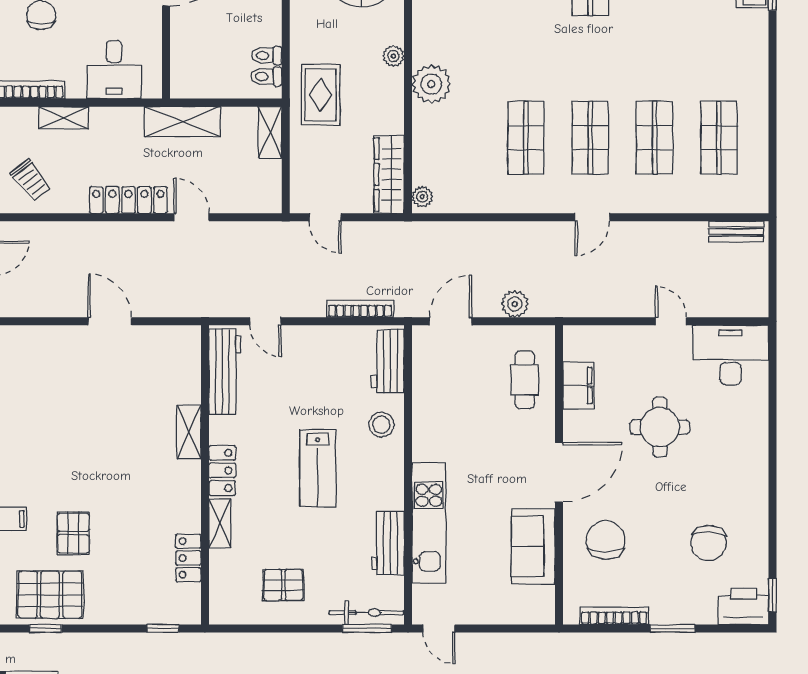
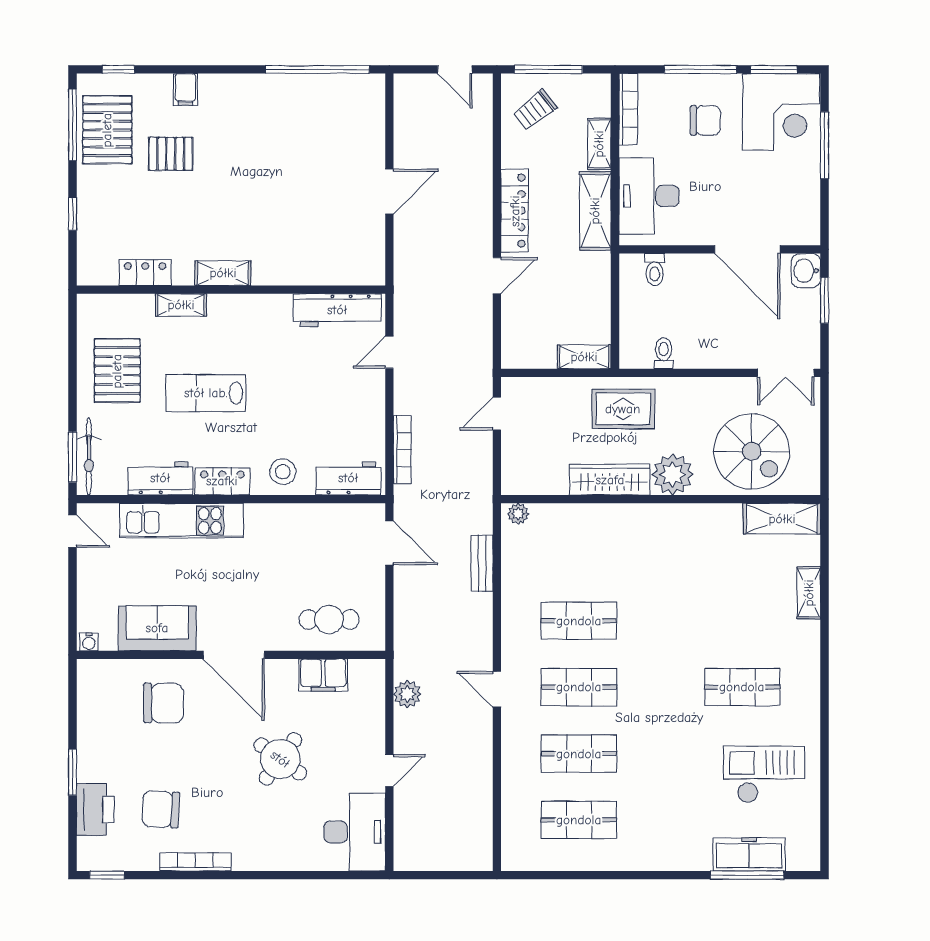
plant: (393, 56) -> (673, 474), width x1.88, depth x1.88
desk: (114, 70) -> (649, 196), width x1.37
toilet: (266, 77) -> (655, 270), moved, turned 180
plant: (431, 84) -> (634, 523), removed
shelving: (183, 122) -> (595, 211), moved
wardrobe: (389, 174) -> (610, 480), moved
bench: (736, 232) -> (482, 563), moved
plant: (515, 304) -> (407, 694), moved
round table: (660, 427) -> (280, 759), turned 36
shelving: (189, 432) -> (223, 273), moved
lab bench: (318, 468) -> (206, 393), moved
locker: (222, 470) -> (222, 481), moved, turned 180
pallet: (283, 585) -> (117, 371), width x1.50, depth x1.42
printer: (743, 606) -> (95, 809), moved
water cooler: (546, 613) -> (89, 642), added
bookcase: (614, 616) -> (195, 862), moved, turned -90
window: (45, 628) -> (72, 125), width x2.17
window: (163, 628) -> (72, 214), moved
door: (439, 628) -> (72, 531), swing flipped

